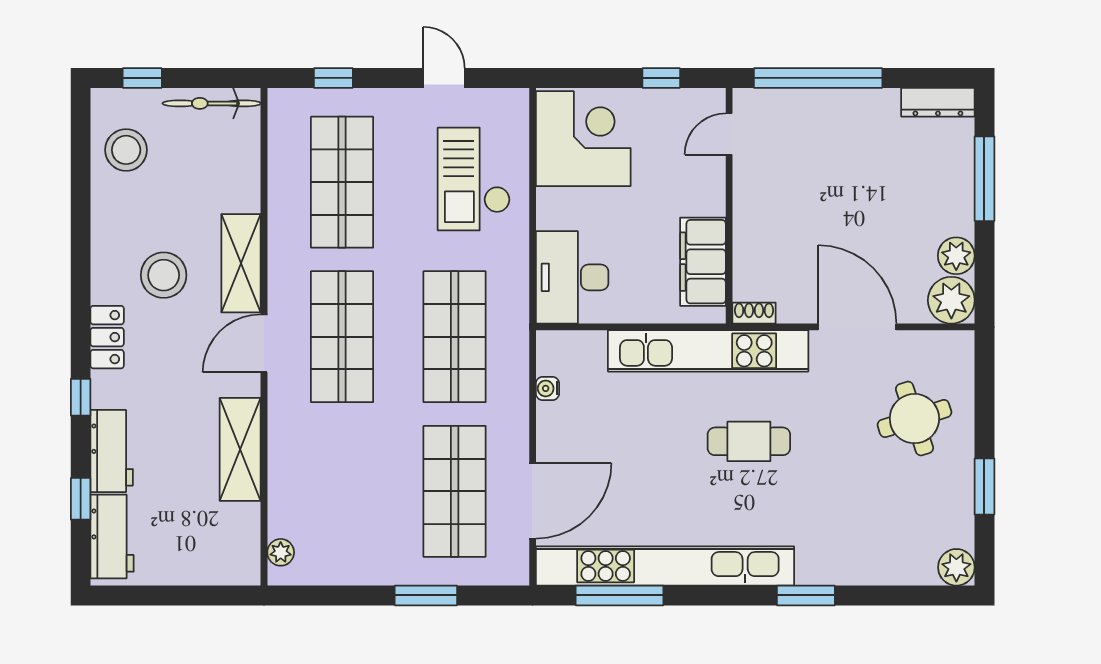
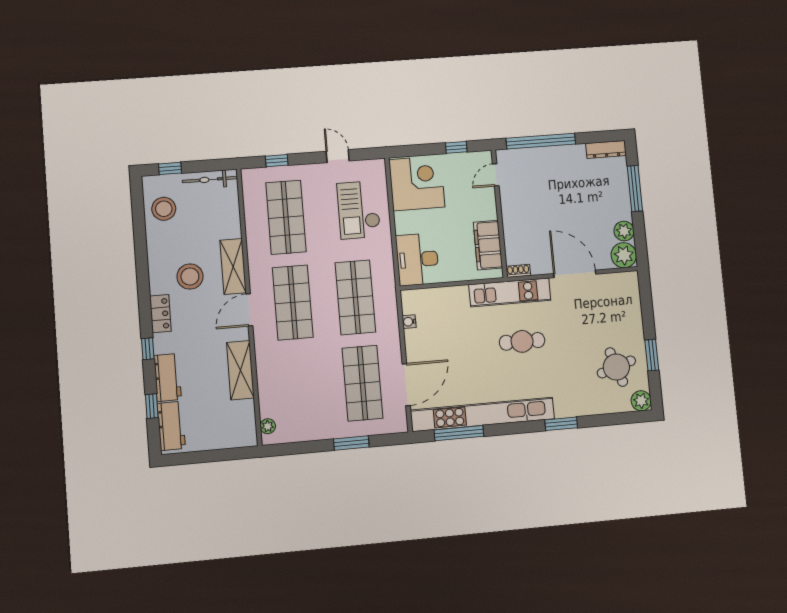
kitchen unit: (708, 351) -> (510, 292), width x0.73
round table: (914, 419) -> (616, 367), moved

